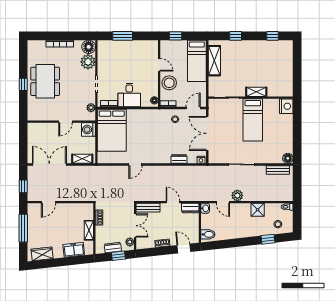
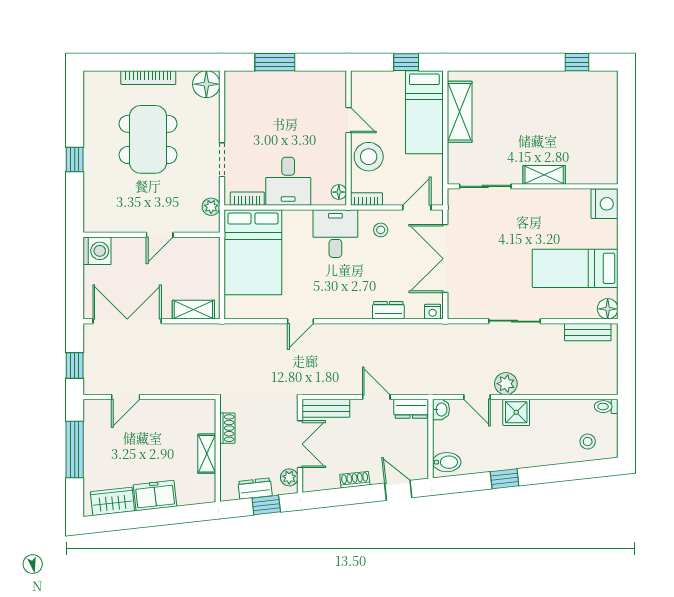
window: (175, 36) -> (406, 62), moved
window: (236, 36) -> (503, 62), removed
plant: (88, 62) -> (205, 114), removed
dining table: (45, 81) -> (148, 139), moved
bed: (253, 120) -> (575, 268), moved, turned 90
desk: (153, 121) -> (335, 234), added
washing machine: (88, 130) -> (97, 251), moved, turned 180
shower: (258, 210) -> (516, 412), moved
window: (268, 239) -> (505, 479), moved
freezer: (74, 250) -> (155, 496), moved

